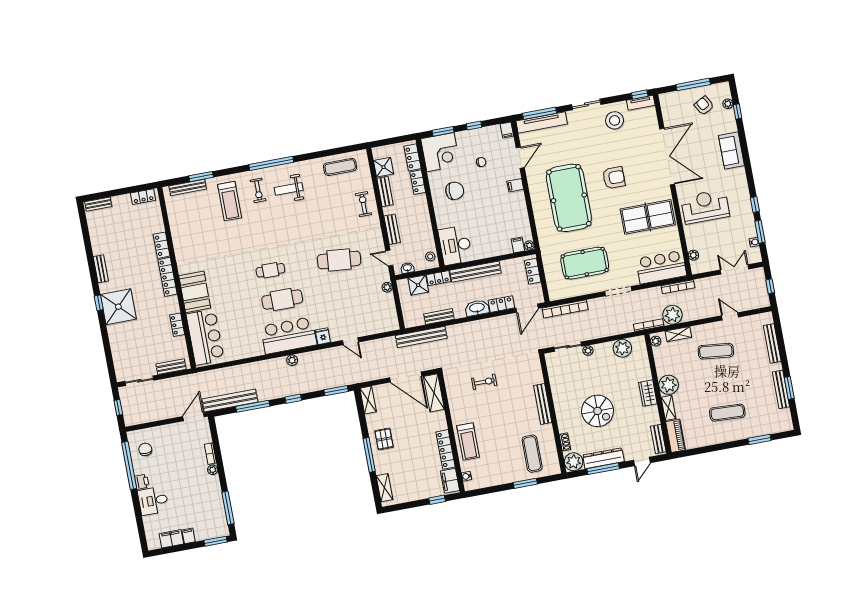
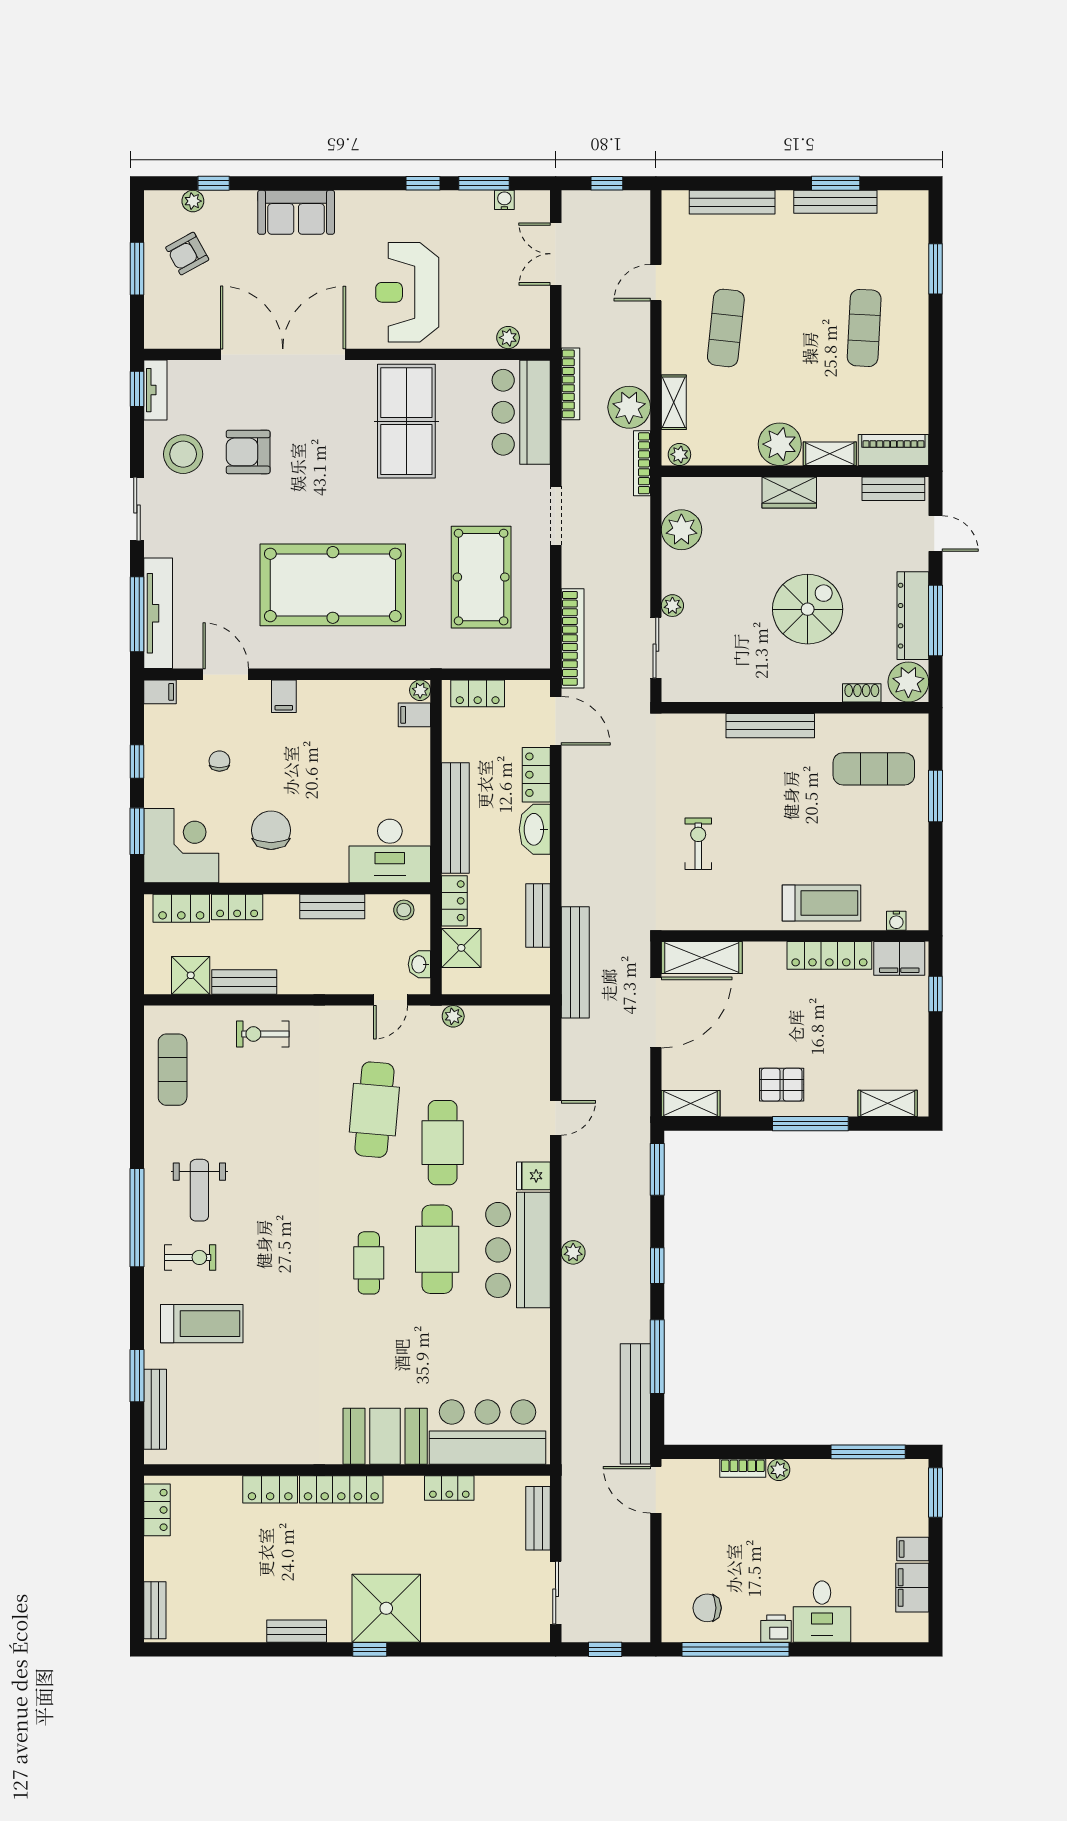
window: (693, 84) -> (137, 269), width x0.69
armchair: (614, 178) -> (248, 452), moved, turned -90
bench: (392, 229) -> (332, 906), moved
cafe table: (330, 293) -> (443, 1143), added

